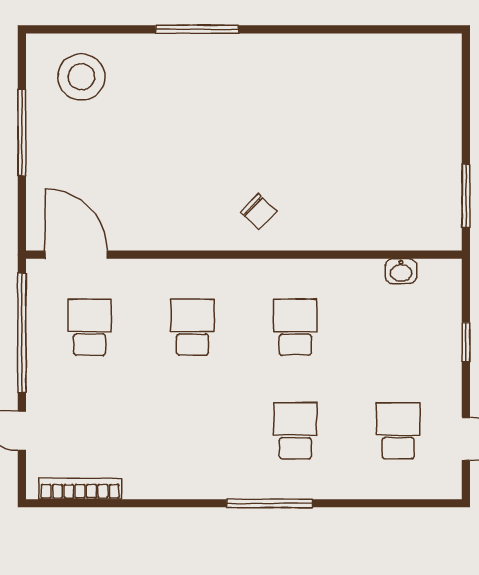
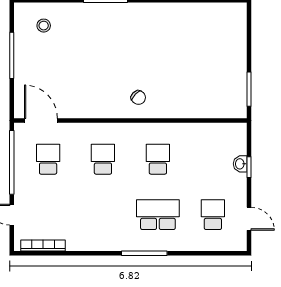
stool: (81, 77) -> (44, 26), width x0.53, depth x0.53
washbasin: (401, 271) -> (240, 164), moved, turned 90
school desk: (295, 431) -> (158, 215), width x1.85

